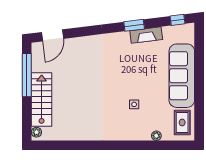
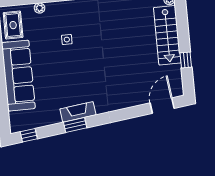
fireplace: (146, 35) -> (78, 112), moved
window: (27, 75) -> (186, 60), width x0.32

